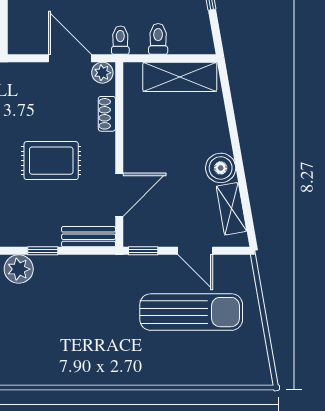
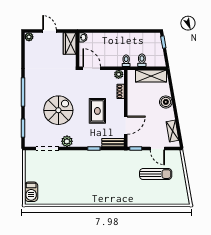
door: (70, 58) -> (92, 68), moved
rug: (51, 161) -> (97, 111), turned 90
boiler: (221, 168) -> (166, 102), moved
plant: (19, 269) -> (84, 156), removed
sun lounger: (191, 312) -> (156, 174), width x0.73, depth x0.75

